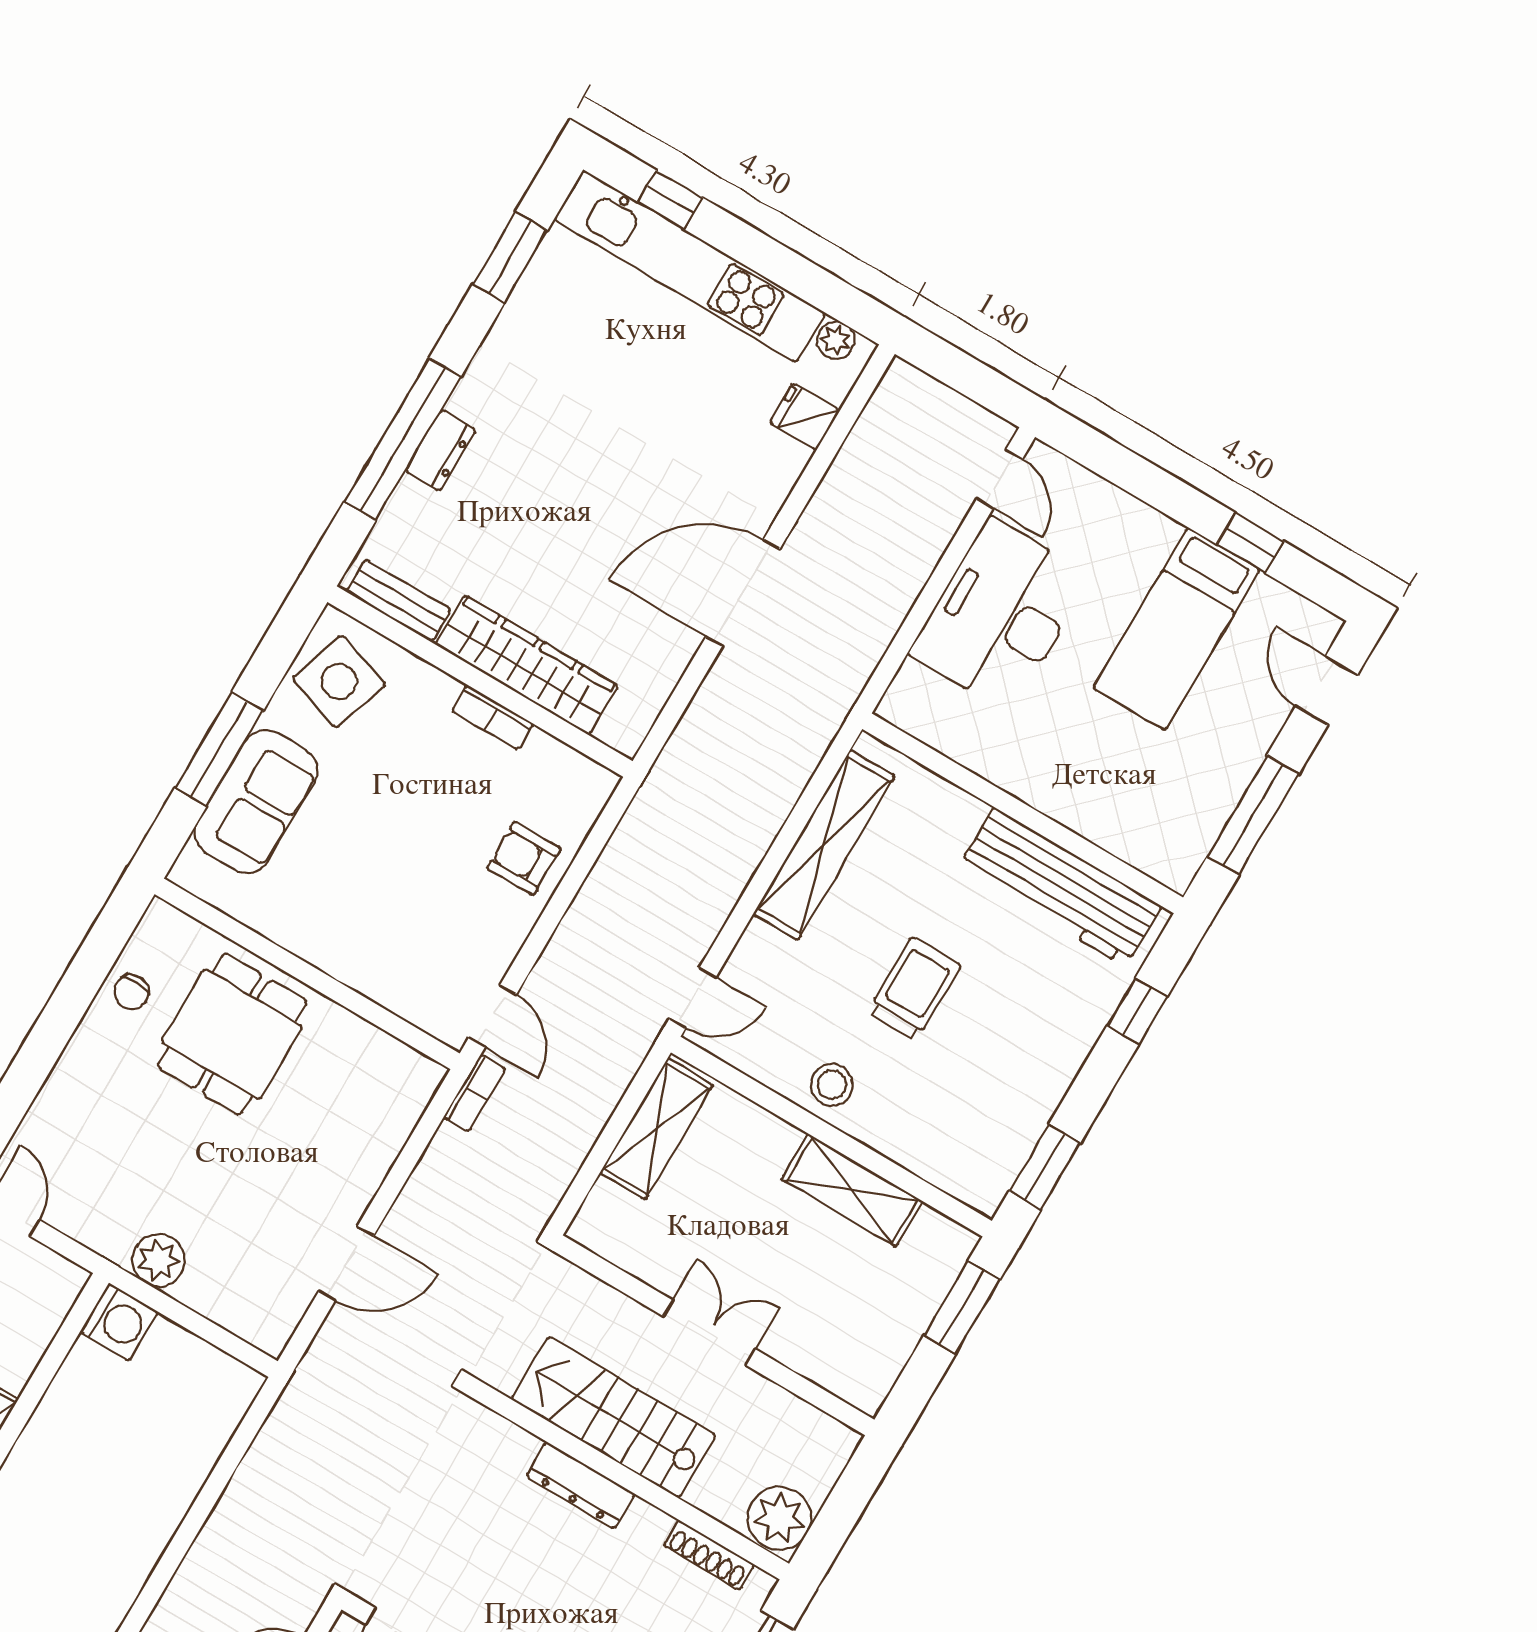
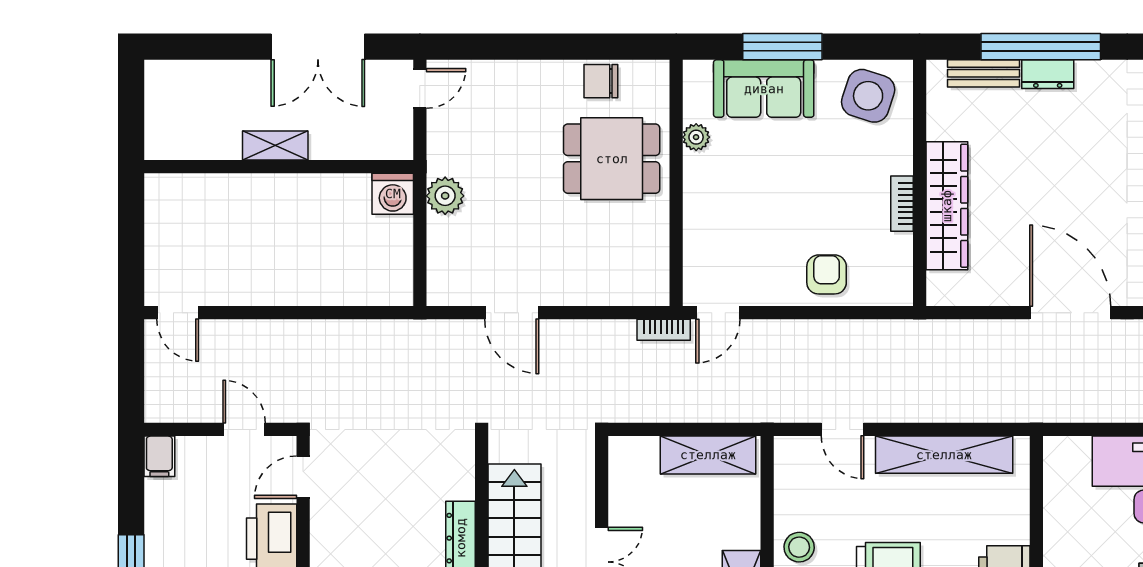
bench: (399, 601) -> (983, 73), moved, turned 90
plant: (266, 917) -> (696, 137), added
chair: (132, 992) -> (601, 81), width x1.37, depth x1.37
door: (693, 998) -> (843, 429), moved

